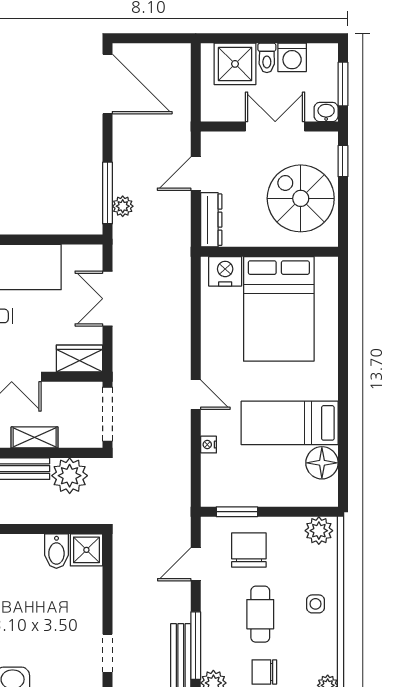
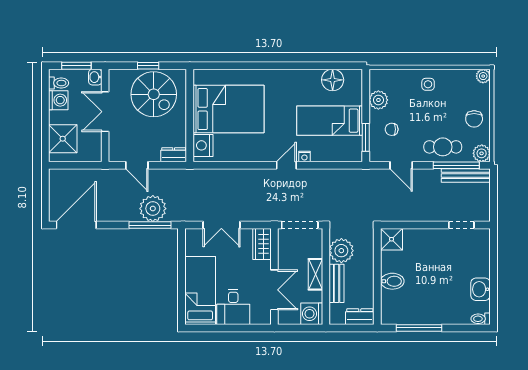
toilet: (267, 58) -> (59, 83), moved
window: (343, 161) -> (148, 66), moved
spiral stairs: (301, 198) -> (154, 94), turned -90
plant: (123, 206) -> (153, 209), width x1.88, depth x1.88
dresser: (211, 220) -> (174, 155), width x0.70
bed: (290, 423) -> (330, 121), moved, turned 90
nightstand: (209, 445) -> (304, 157), moved
plant: (319, 531) -> (378, 100), moved
chair: (249, 550) -> (392, 129), width x0.54, depth x0.54
bidet: (56, 551) -> (392, 281), moved
cafe table: (260, 614) -> (443, 147), moved

